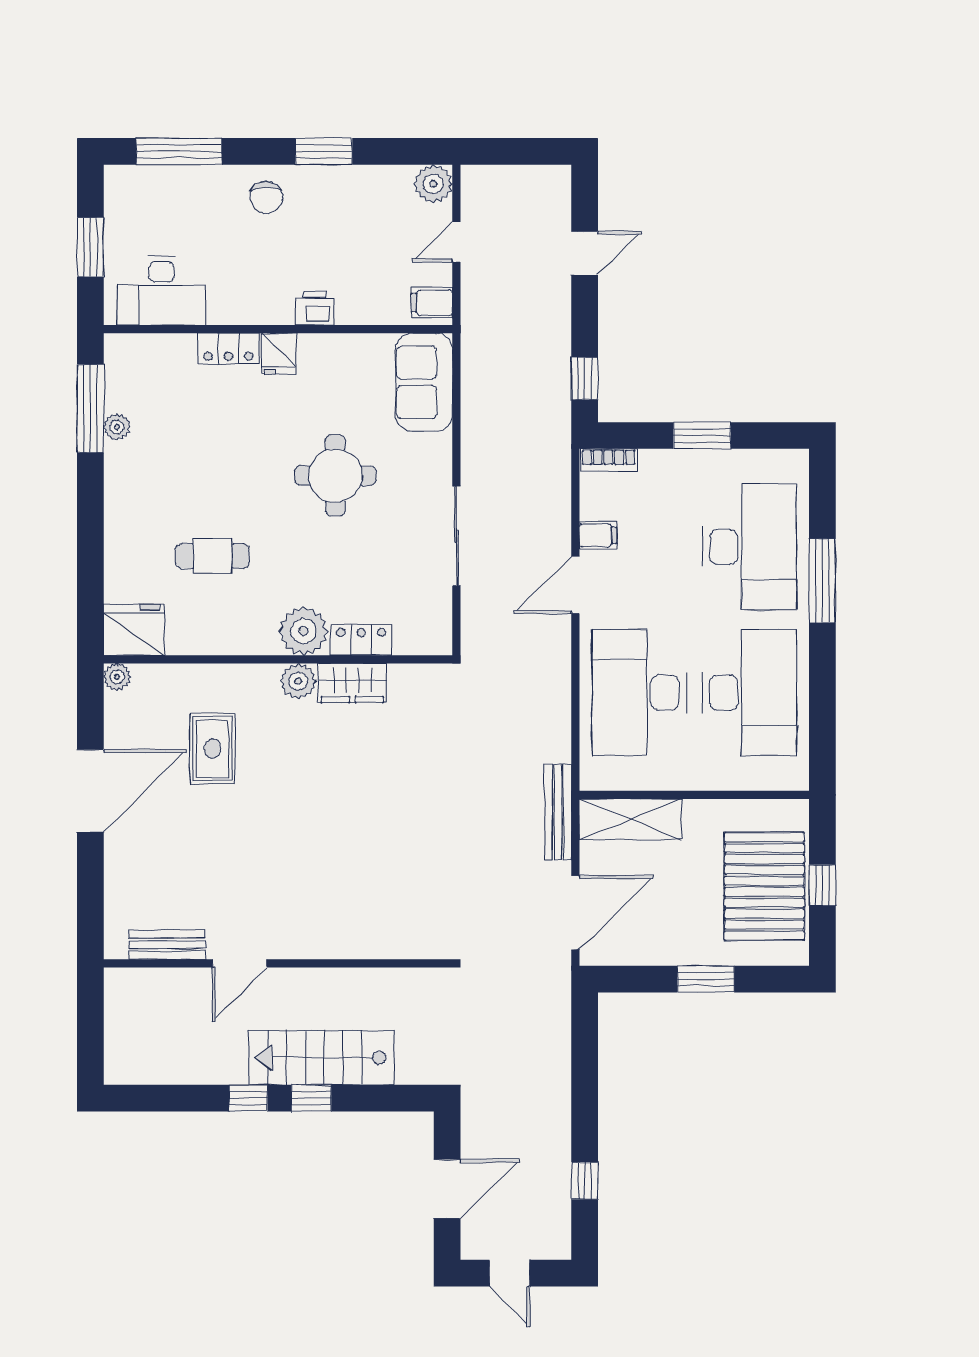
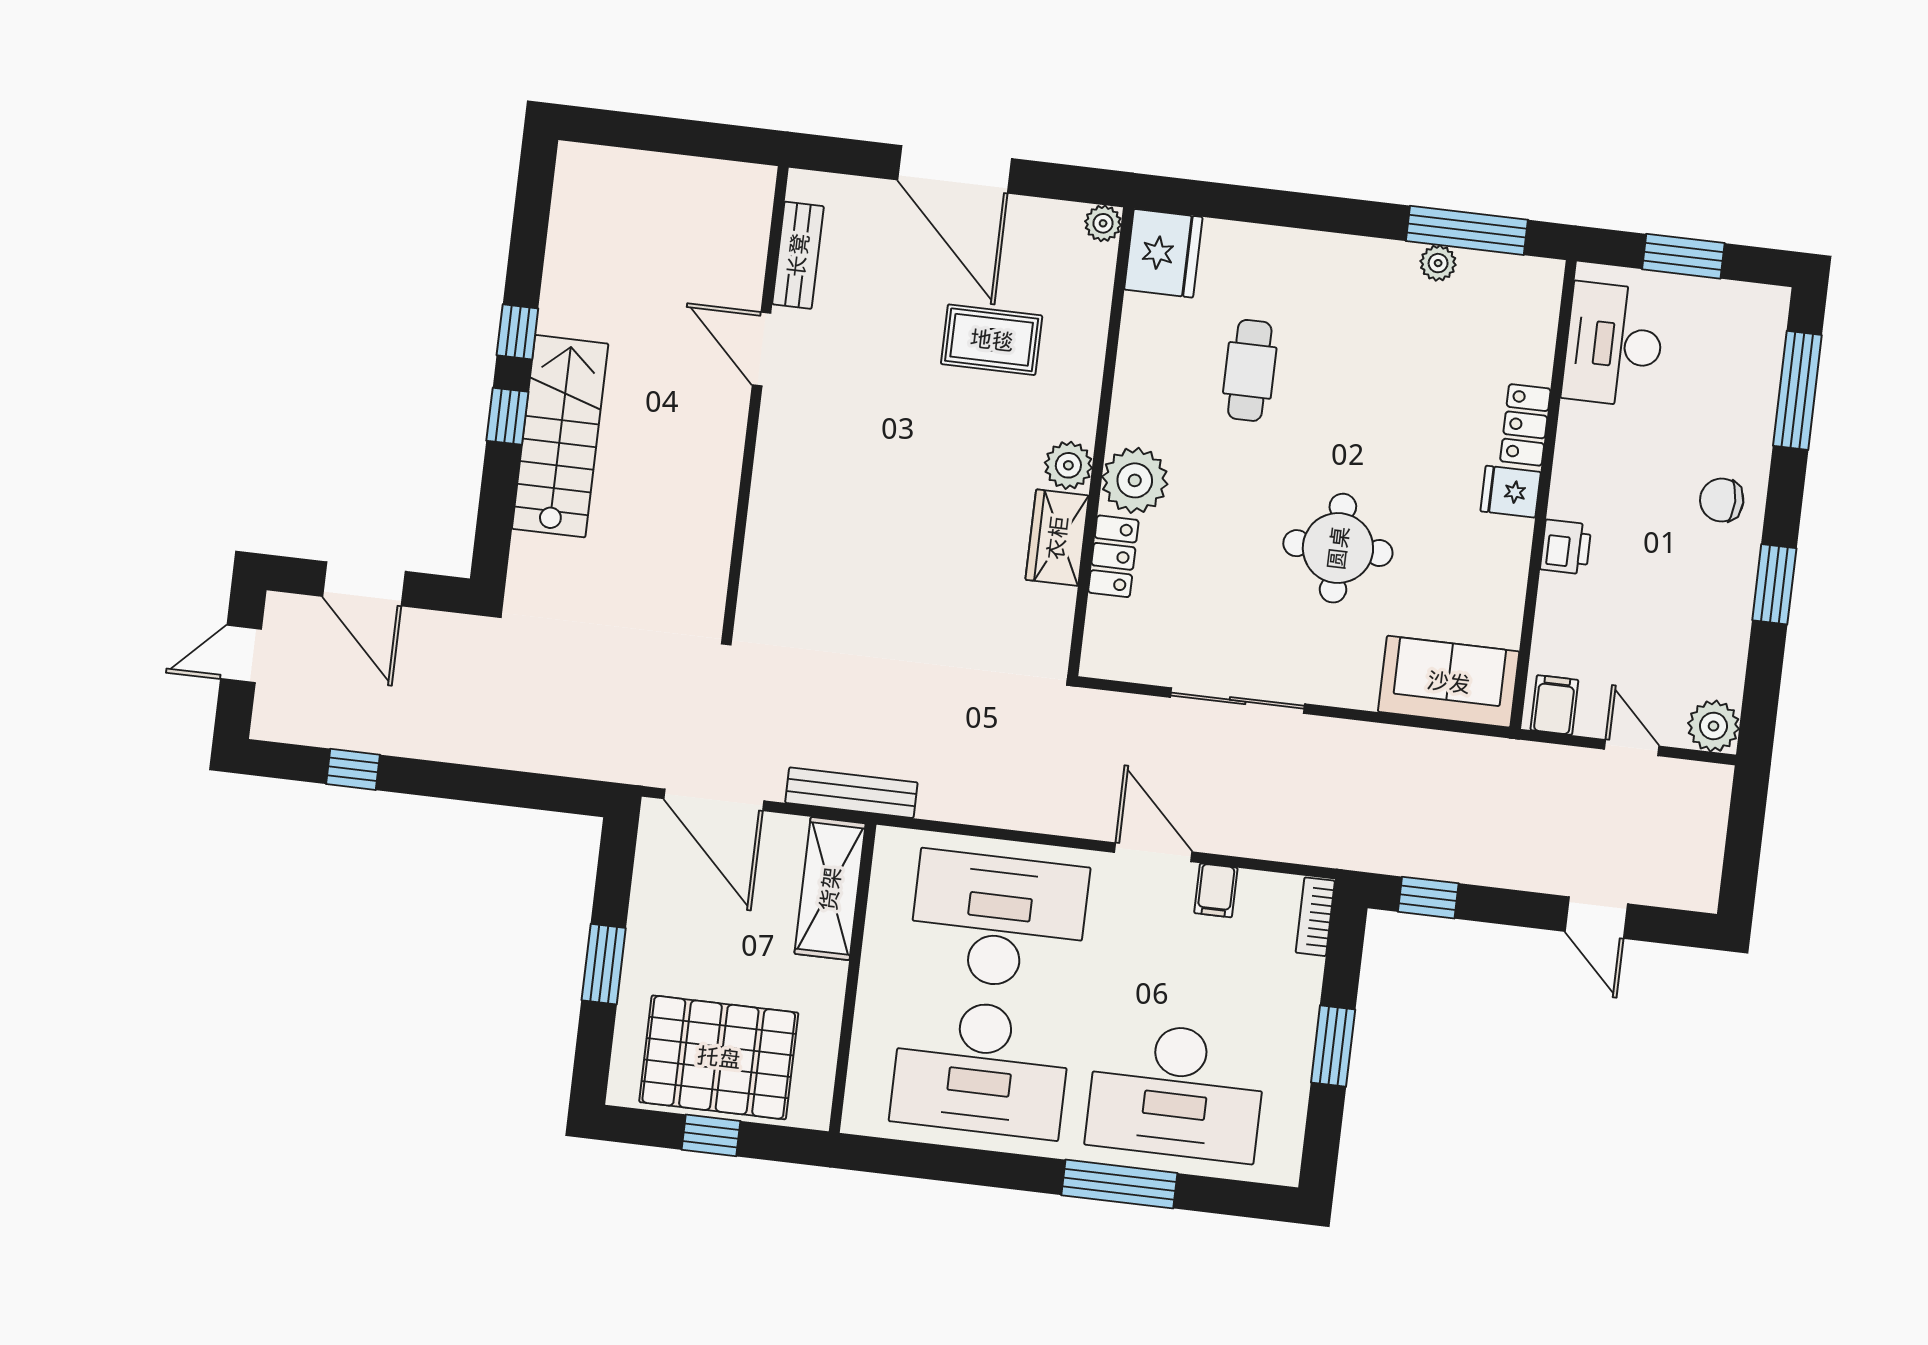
bench: (167, 945) -> (798, 255), moved
door: (240, 963) -> (761, 349), moved
wall: (278, 963) -> (755, 401), moved

